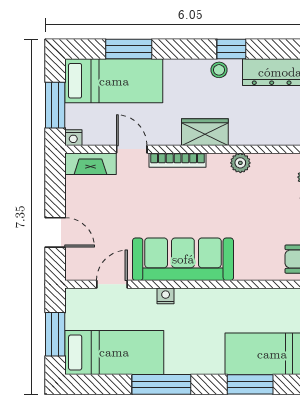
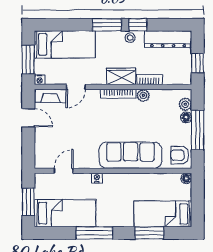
window: (129, 49) -> (107, 25), moved
bookcase: (250, 137) -> (150, 80), added
door: (132, 149) -> (76, 87), swing flipped
bookcase: (178, 160) -> (118, 94), moved
door: (55, 232) -> (28, 118), moved
sofa: (183, 259) -> (131, 155), moved

